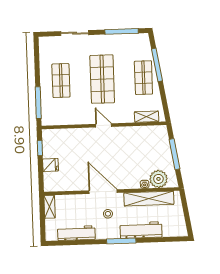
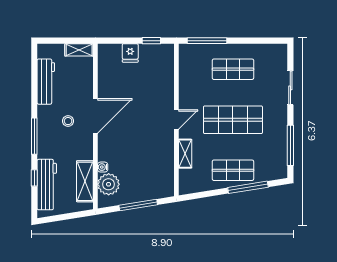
shelving: (147, 117) -> (185, 154), moved
shelving: (149, 199) -> (85, 181), width x0.68
workbench: (141, 230) -> (47, 185), moved
window: (155, 240) -> (34, 178), added

